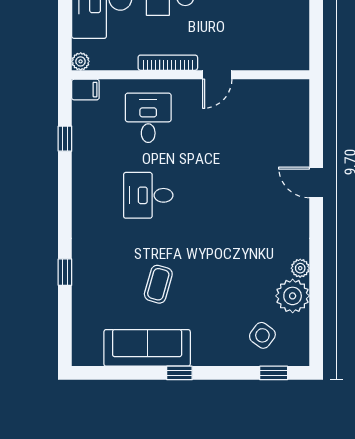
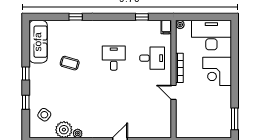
sofa: (147, 348) -> (38, 42), moved
window: (274, 373) -> (26, 102), moved

